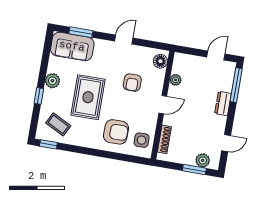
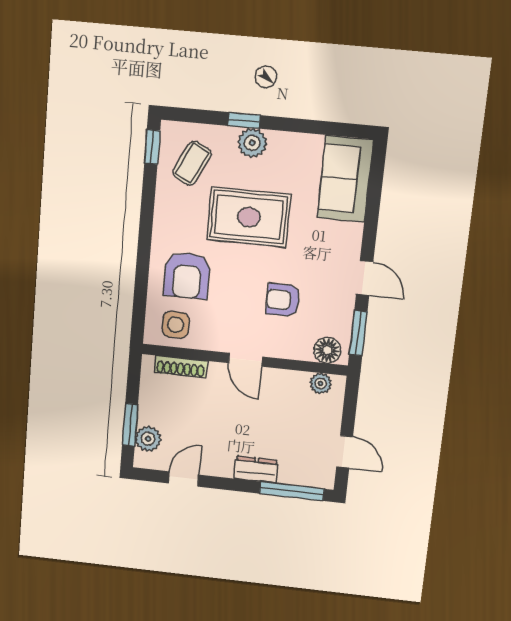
window: (81, 32) -> (358, 333), moved
plant: (176, 80) -> (321, 383), moved
plant: (52, 81) -> (252, 143), moved
door: (226, 143) -> (184, 479), swing flipped

